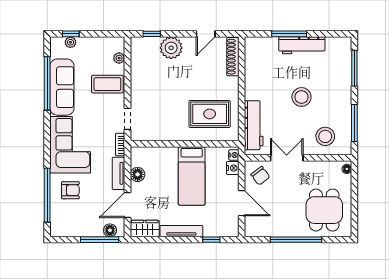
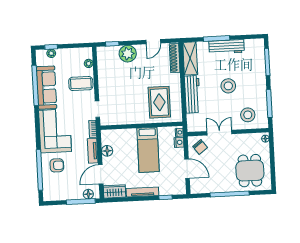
shelving: (253, 58) -> (190, 58), added
rug: (210, 114) -> (159, 102), turned 90
workbench: (254, 125) -> (192, 94), moved

